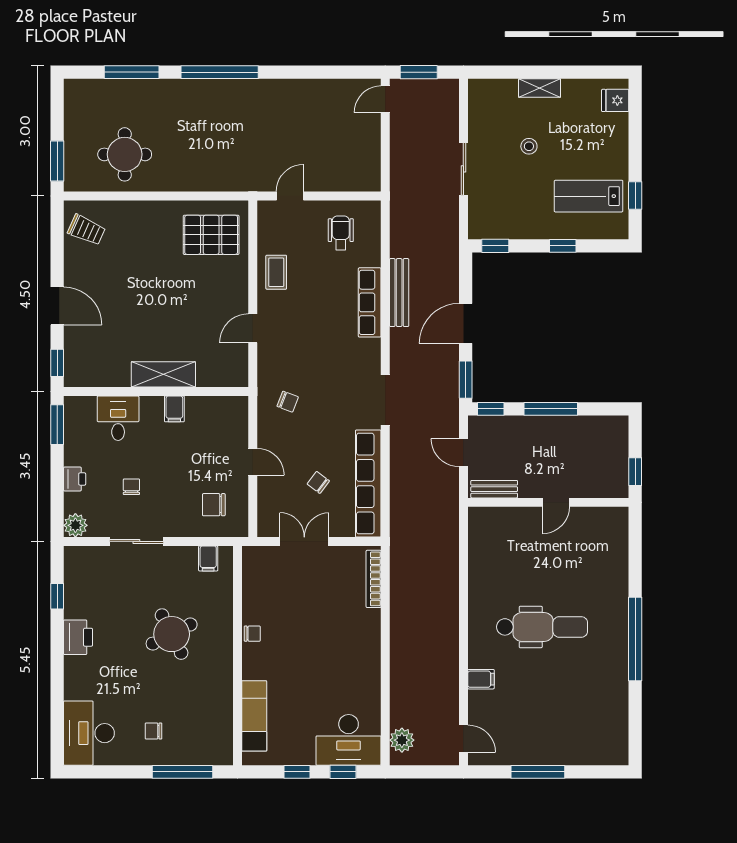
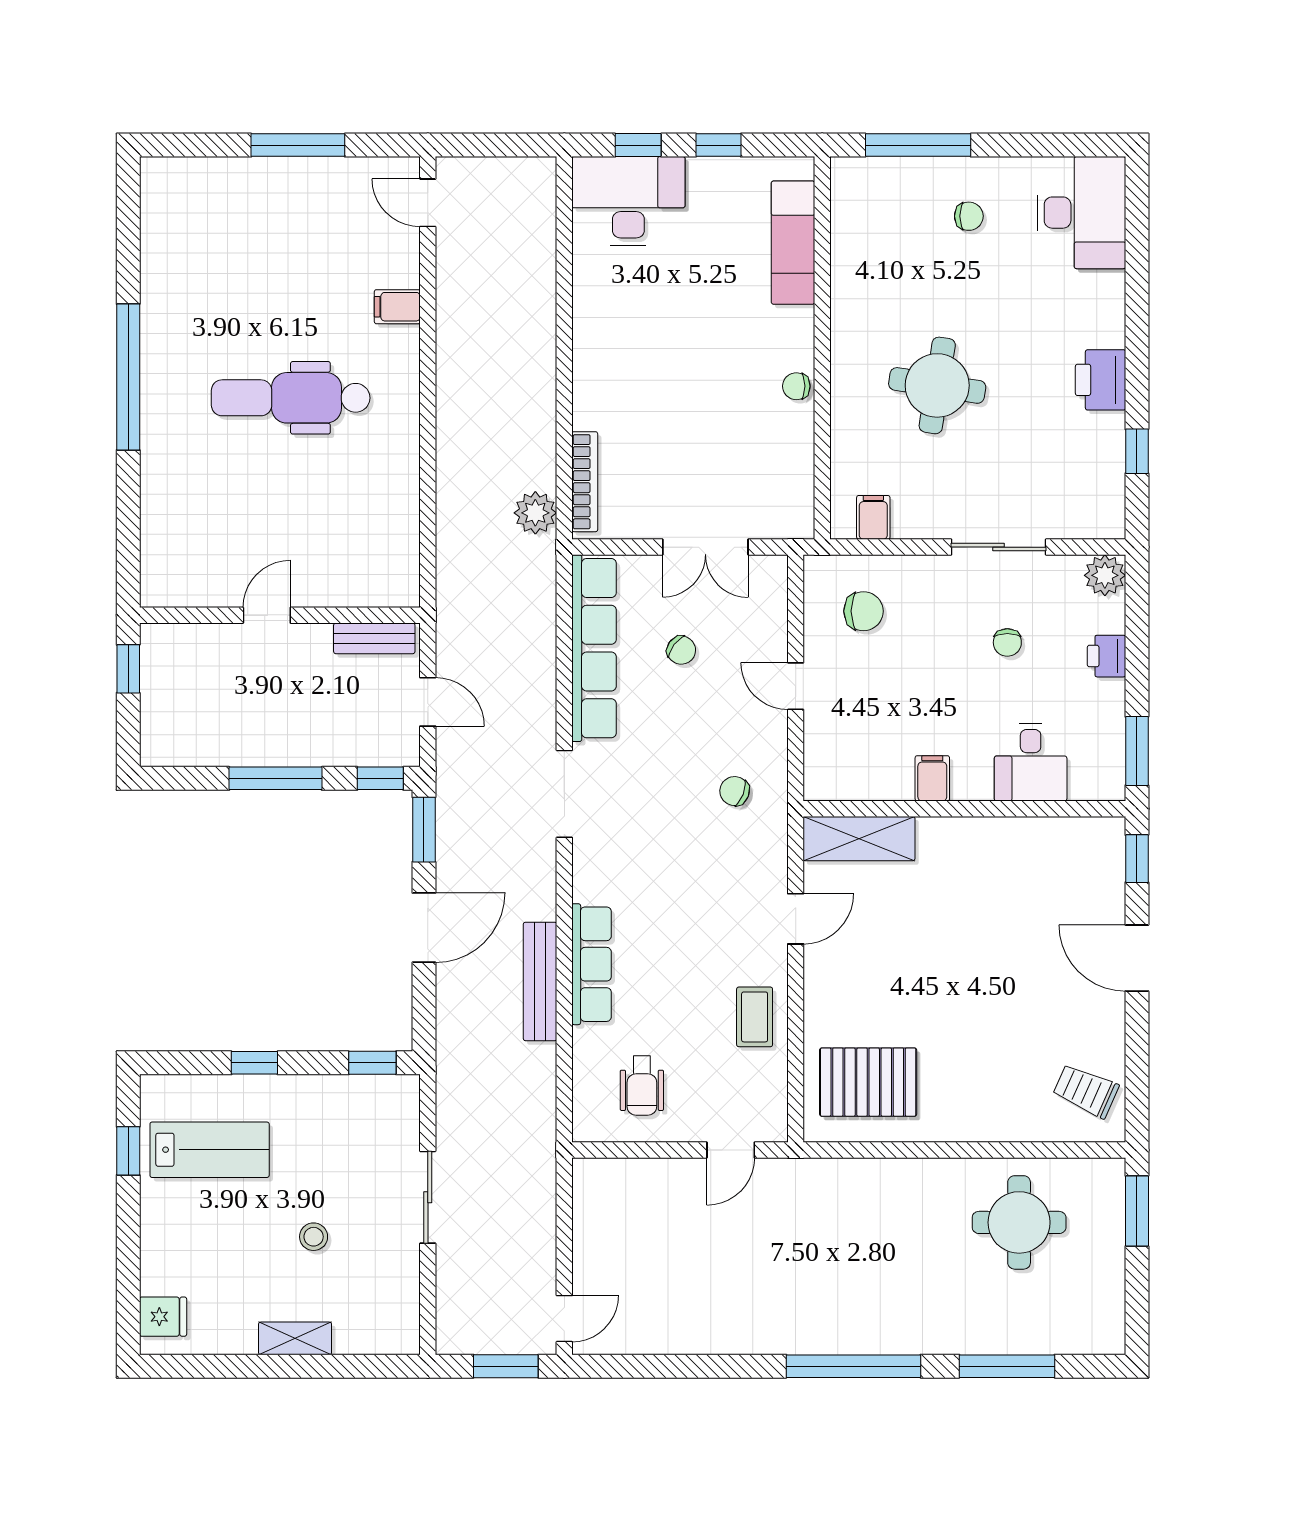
shelving: (163, 374) -> (859, 839), moved
round table: (172, 634) -> (937, 385), turned 36
plant: (402, 740) -> (535, 513), moved

